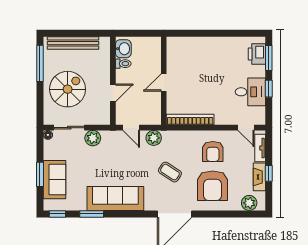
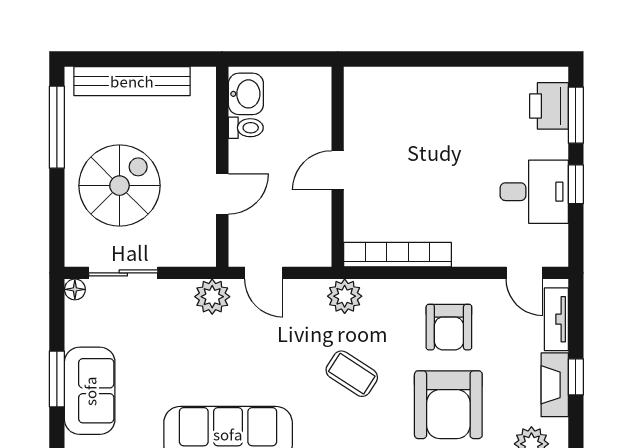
plant: (93, 138) -> (212, 297), moved
plant: (154, 138) -> (345, 296), moved

